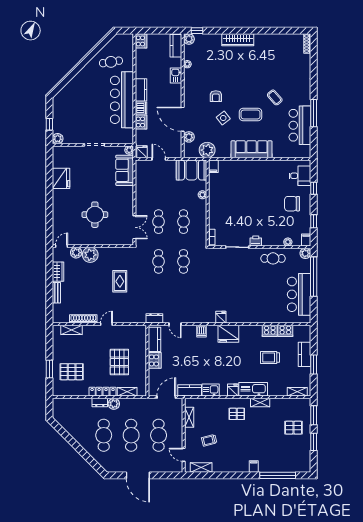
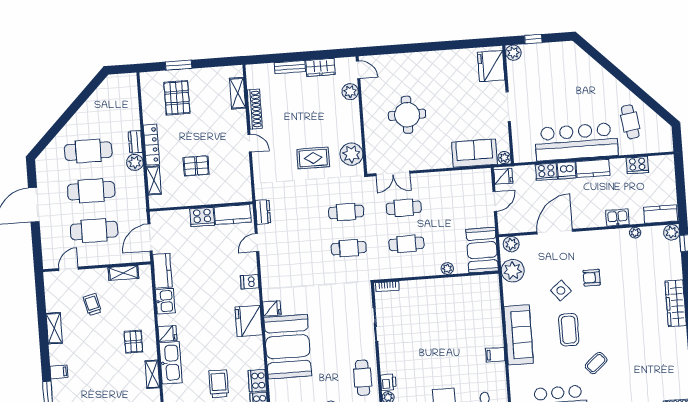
cooker: (141, 41) -> (637, 165), moved
plant: (189, 137) -> (511, 244), moved
filing cabinet: (213, 166) -> (495, 355), moved
fridge: (61, 178) -> (491, 66), moved, turned 90
printer: (256, 241) -> (388, 382), moved
plant: (90, 255) -> (352, 154), moved
booth: (248, 308) -> (288, 347), added
pallet: (119, 362) -> (196, 166), width x0.67, depth x0.71
door: (166, 397) -> (150, 238), swing flipped
shelving: (201, 468) -> (54, 328), moved

